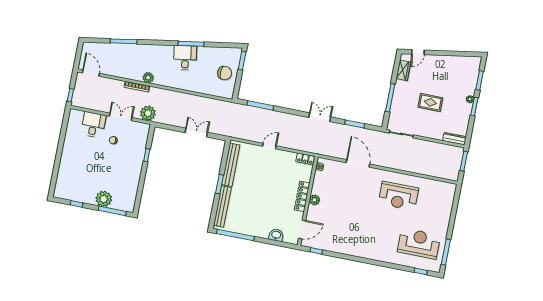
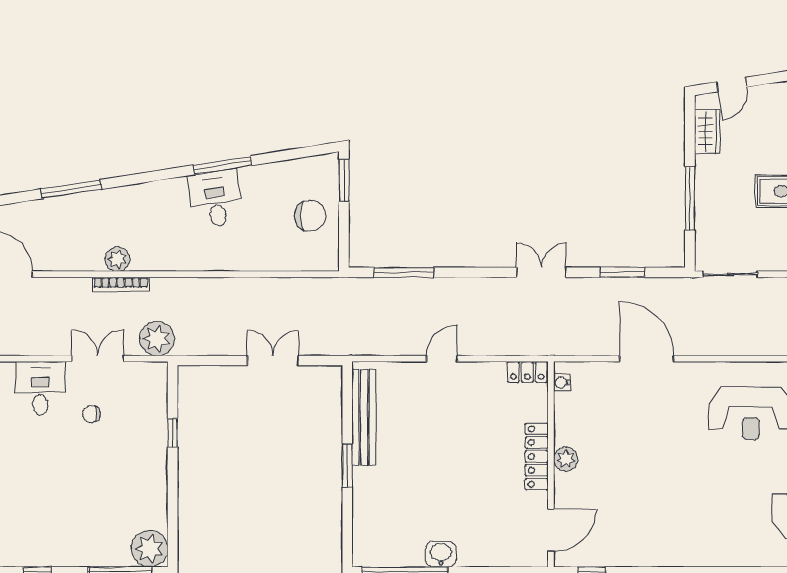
plant: (148, 78) -> (117, 259), moved
plant: (104, 199) -> (150, 549), moved
bench: (222, 206) -> (363, 514), removed
washbasin: (276, 235) -> (441, 554), moved

